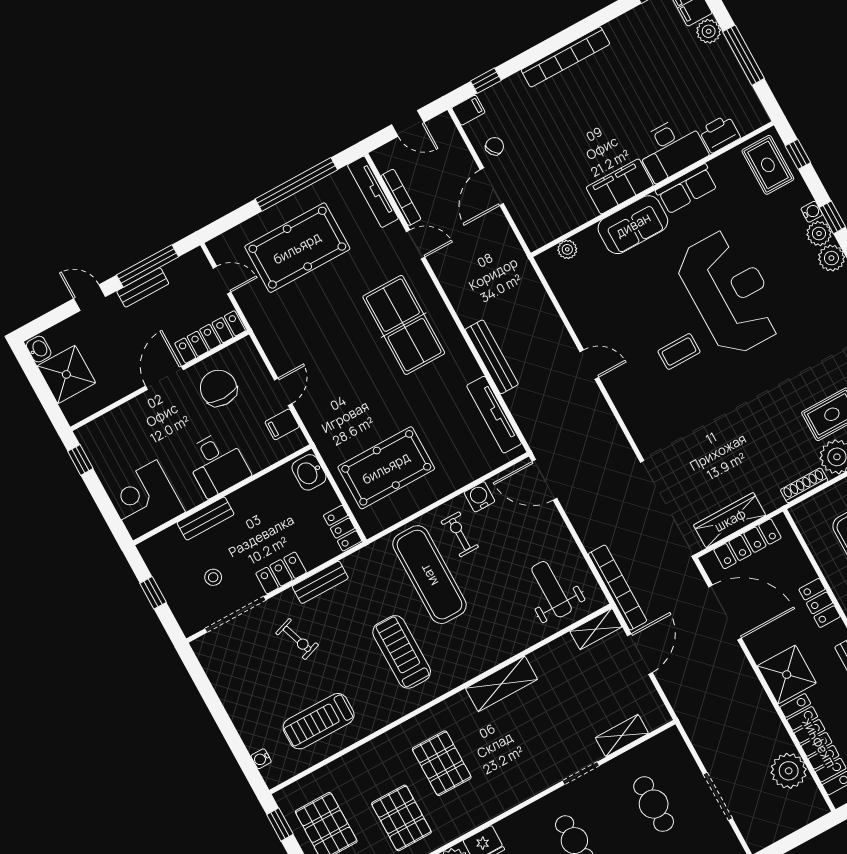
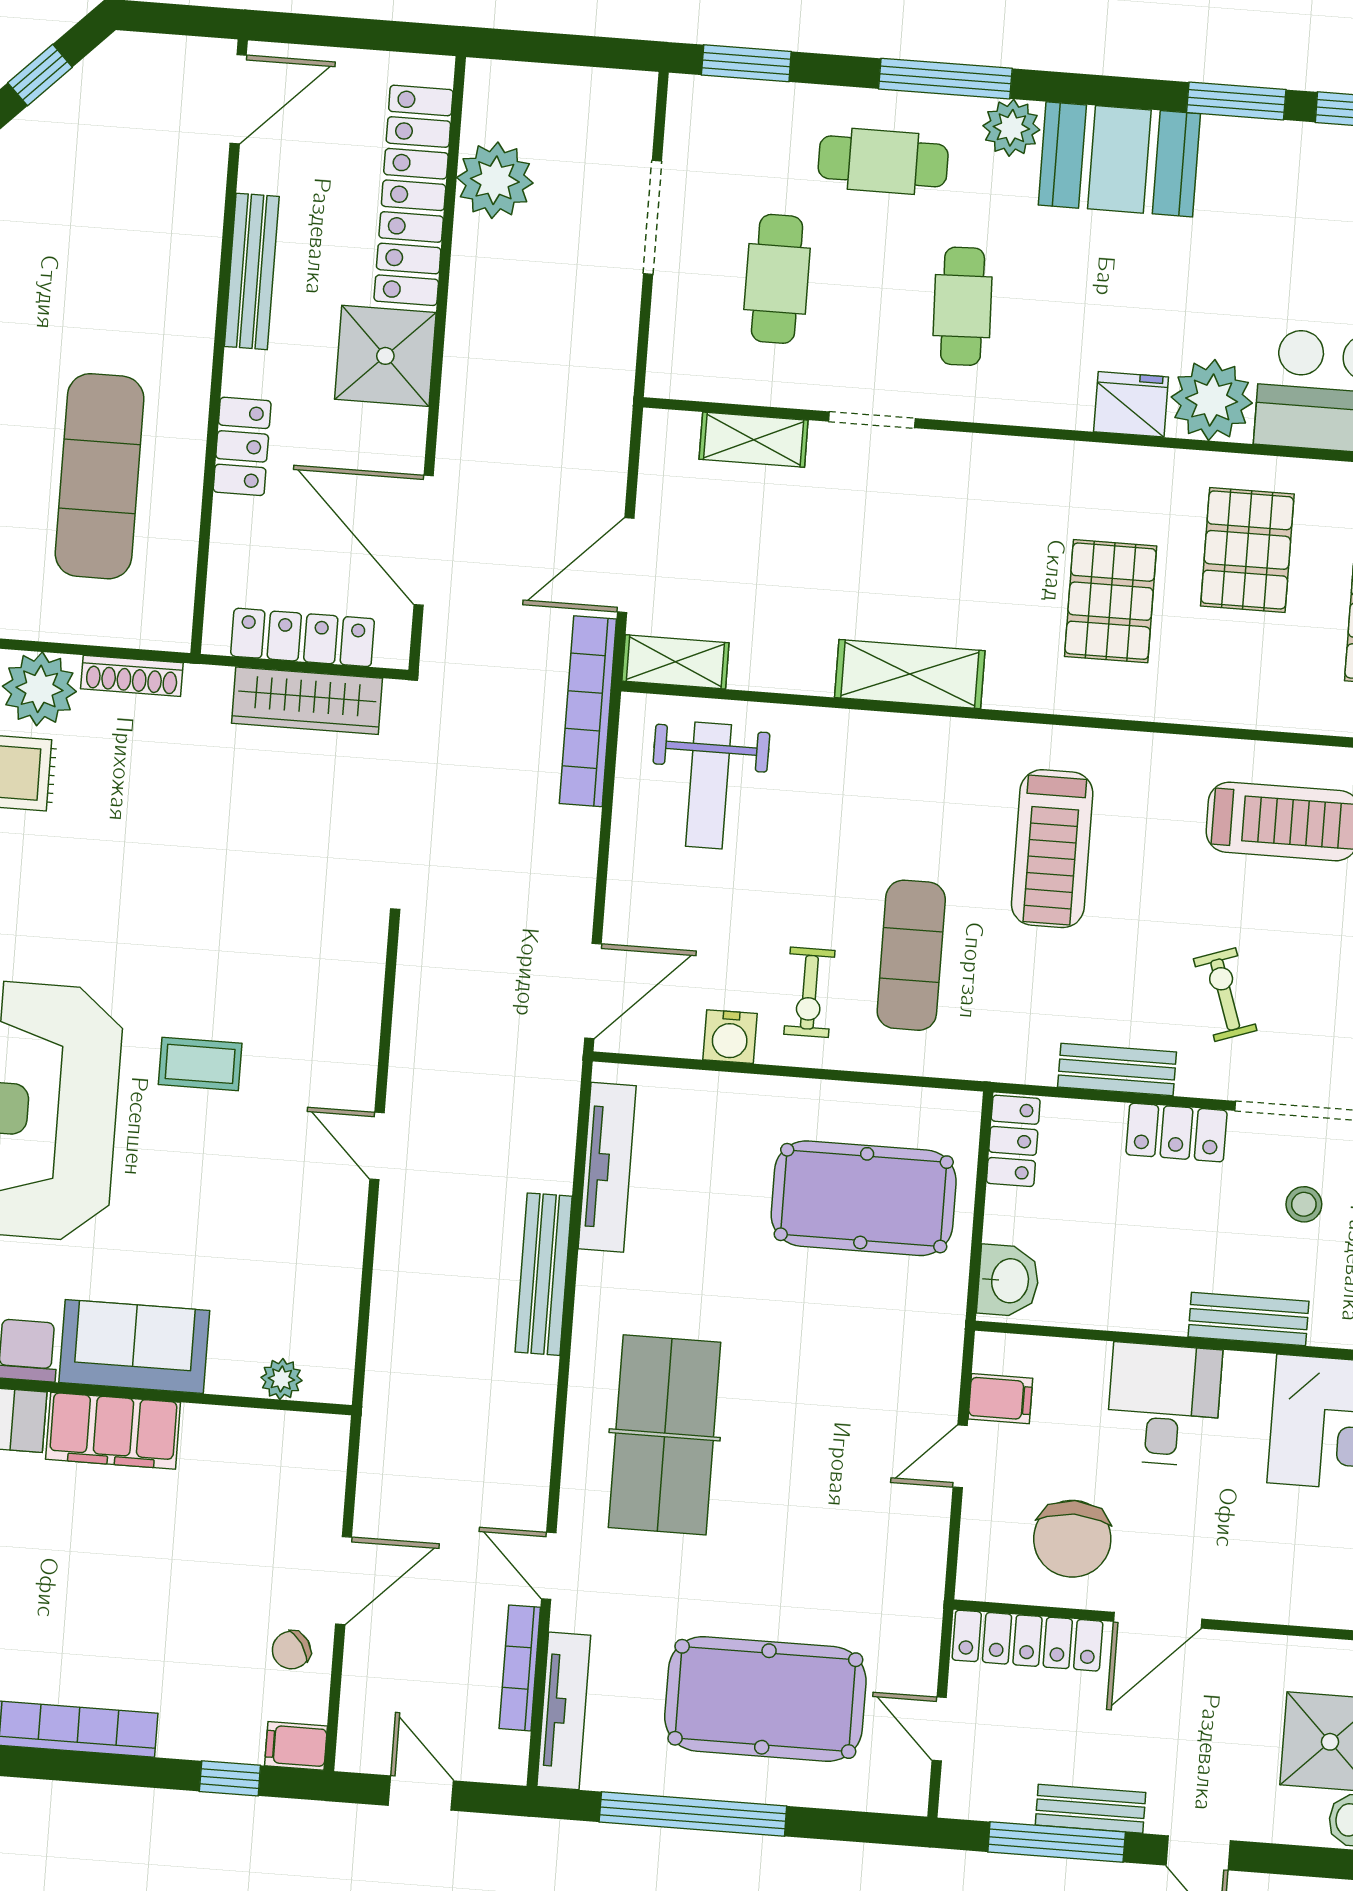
door: (544, 480) -> (593, 991), hinge flipped
exercise mat: (429, 575) -> (911, 955), width x0.73, depth x0.69

